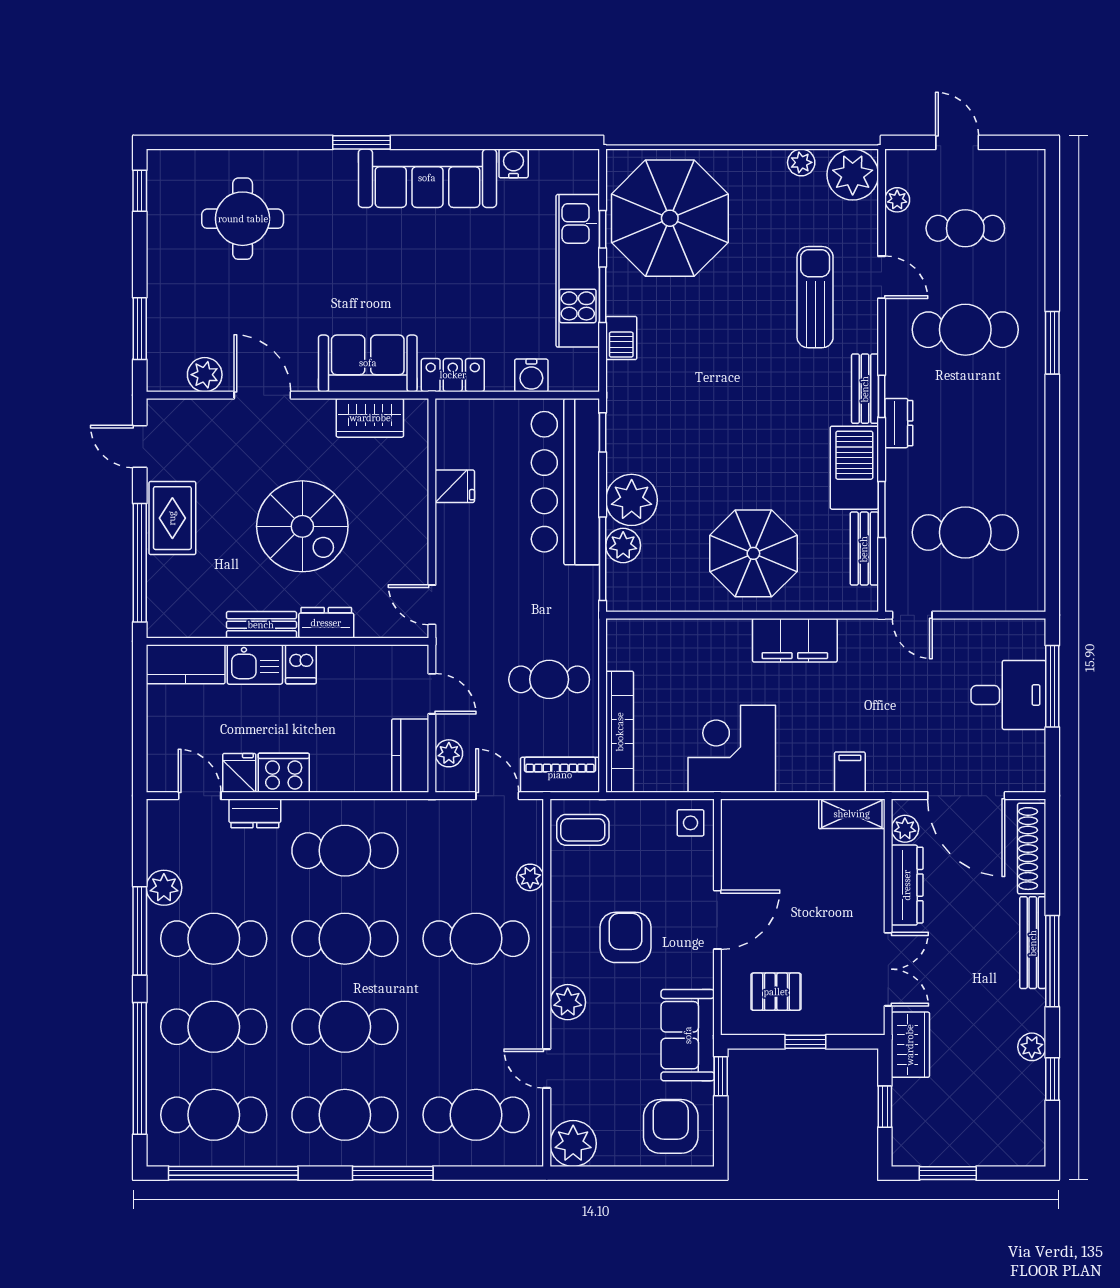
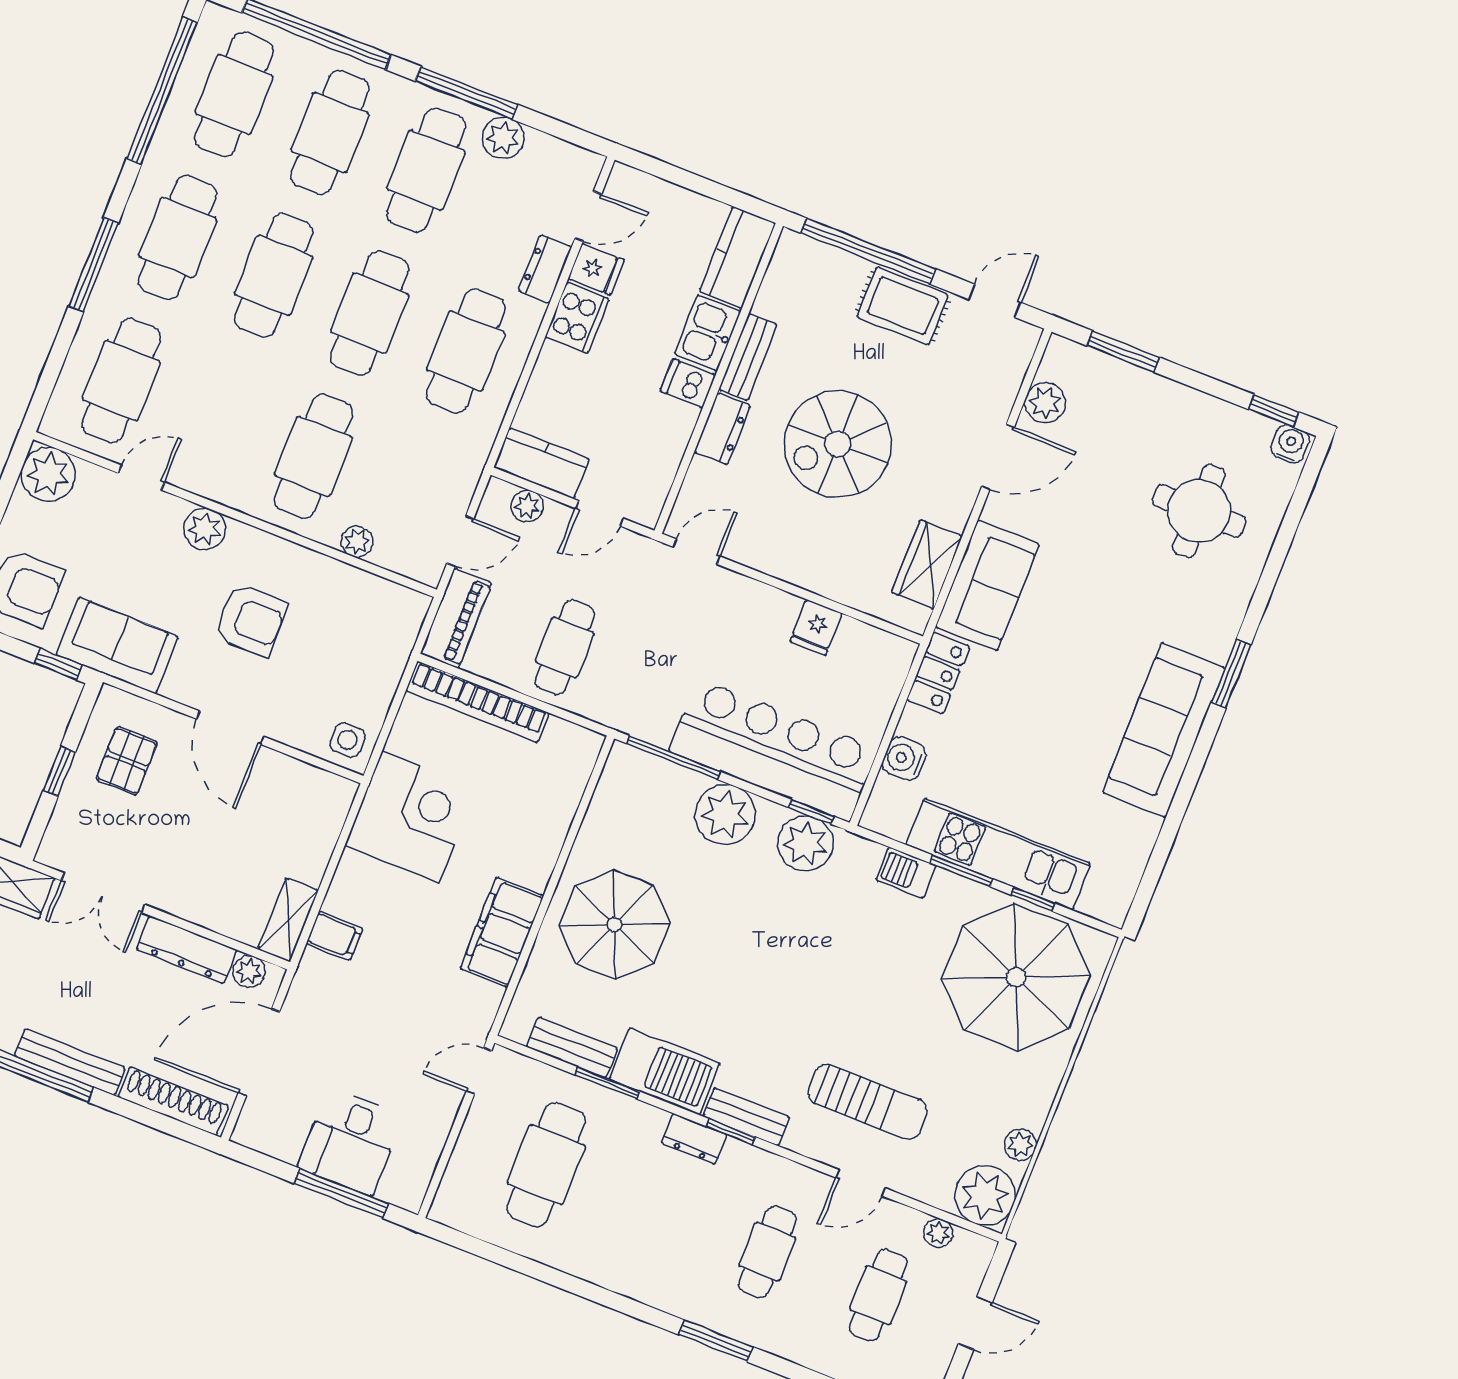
water cooler: (514, 163) -> (1290, 444), moved, turned -90
cafe table: (965, 330) -> (767, 1252), width x0.73, depth x0.74
plant: (623, 545) -> (805, 843), moved, width x1.36, depth x1.36
coffee table: (583, 830) -> (386, 620), removed

